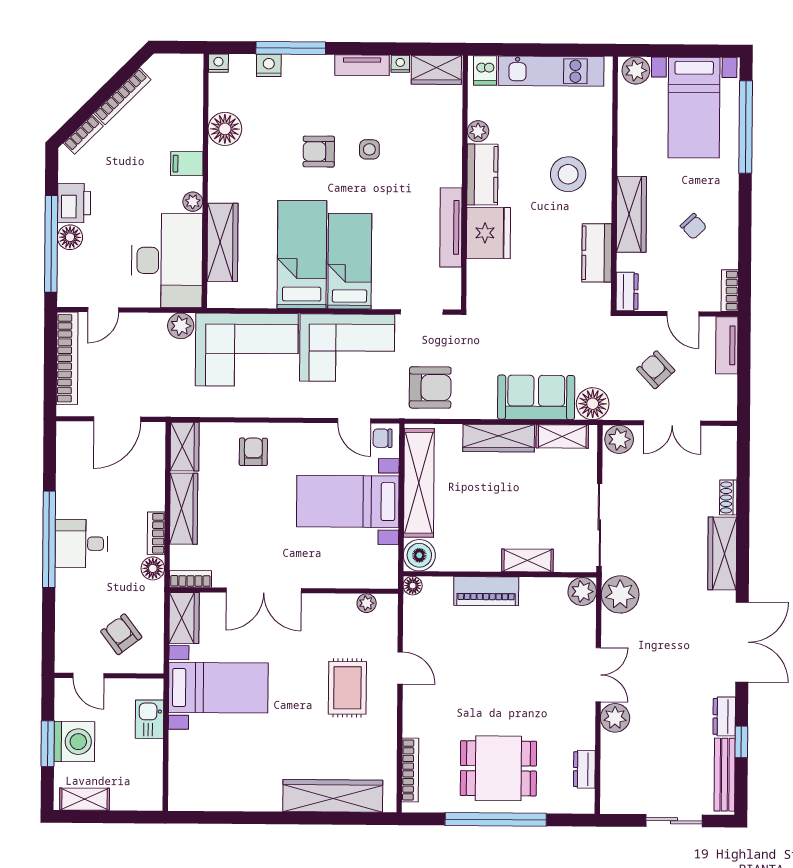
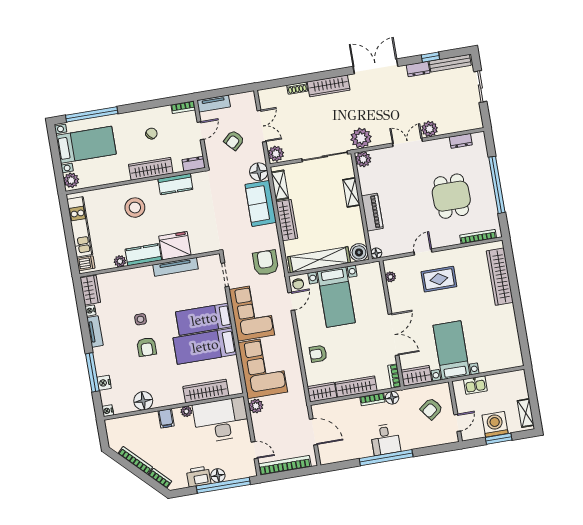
dining table: (498, 768) -> (451, 196), moved

